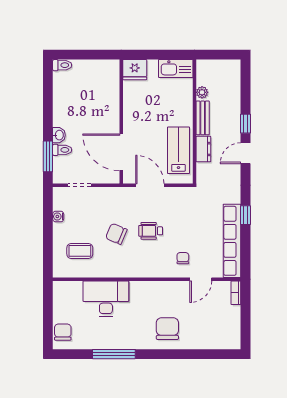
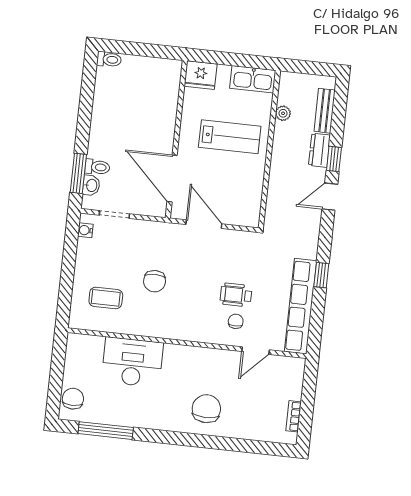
bench: (203, 118) -> (325, 111), moved
washbasin: (59, 135) -> (91, 185), moved
dresser: (203, 149) -> (319, 150), moved, turned 180
lab bench: (178, 150) -> (230, 137), moved, turned 90
water cooler: (58, 216) -> (85, 230), moved
wheelchair: (151, 231) -> (236, 295), moved
chair: (116, 234) -> (155, 281), turned -113
bookcase: (236, 293) -> (294, 416), moved
window: (114, 354) -> (106, 431), moved

